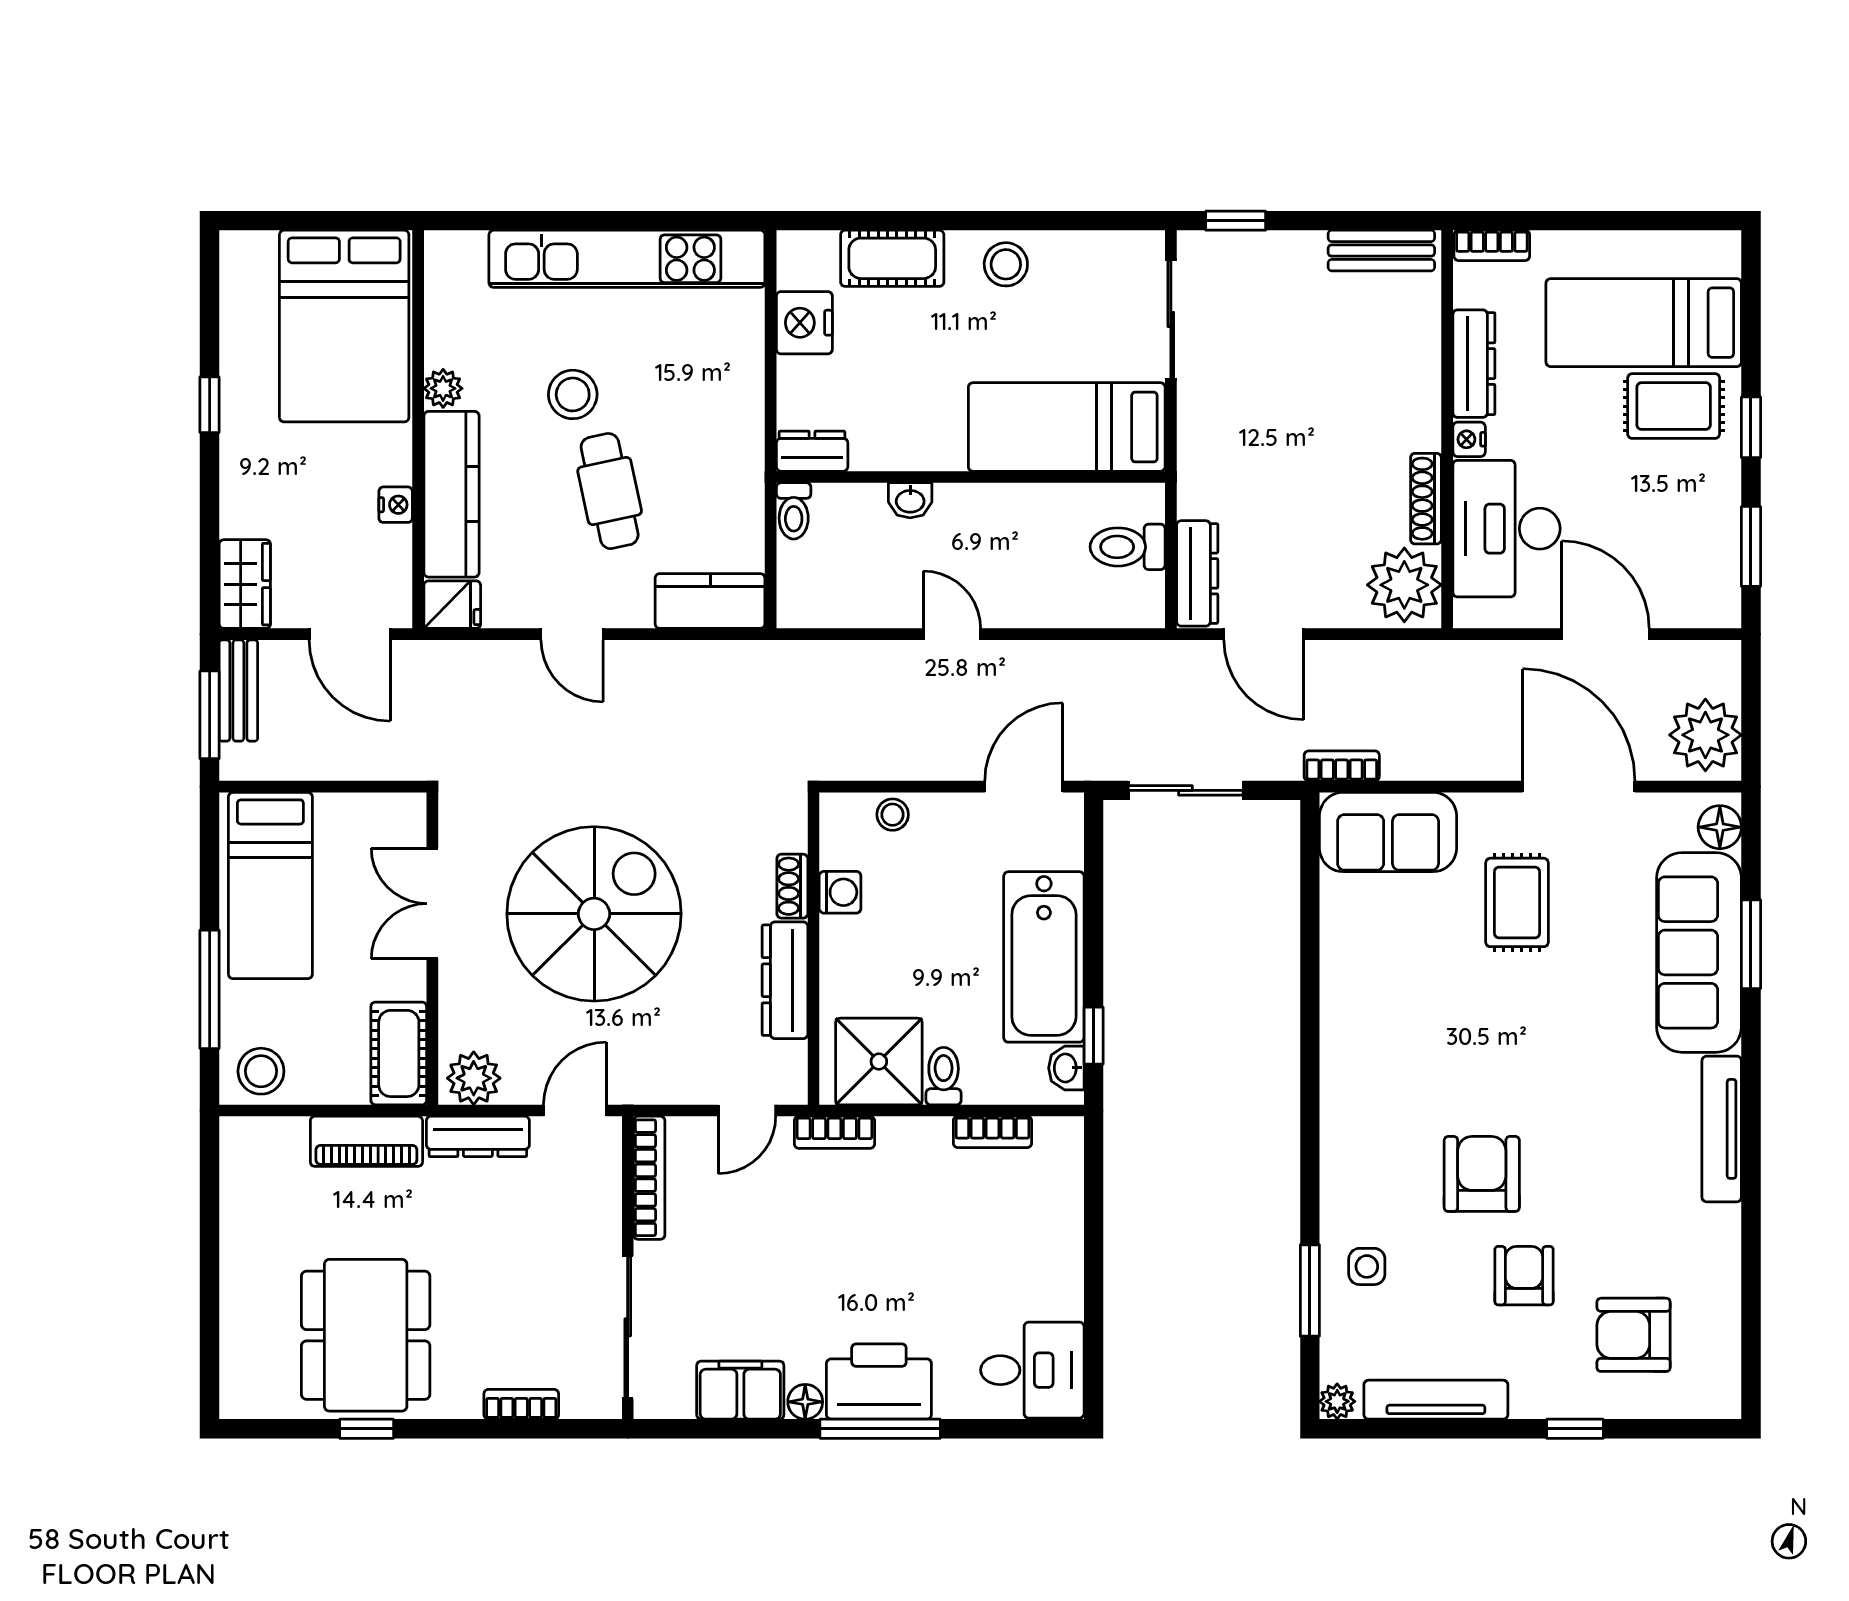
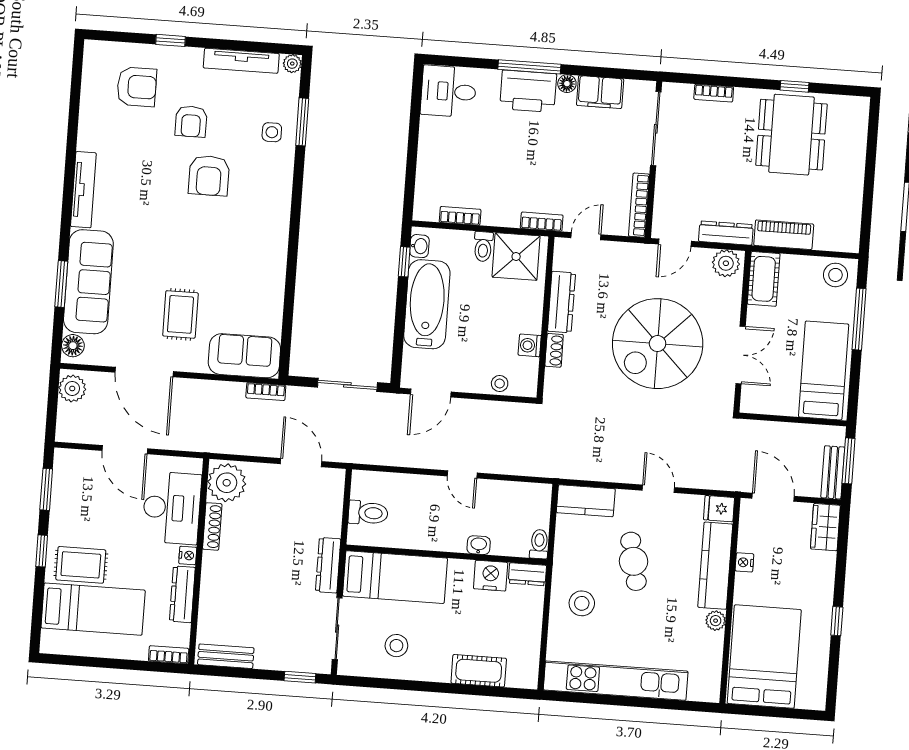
stool: (1006, 264) -> (396, 646), moved
nightstand: (804, 323) -> (491, 576), moved, turned -90
stool: (573, 394) -> (582, 603), moved
dresser: (1197, 573) -> (328, 565), moved
plant: (1705, 735) -> (72, 388), width x0.73, depth x0.73

